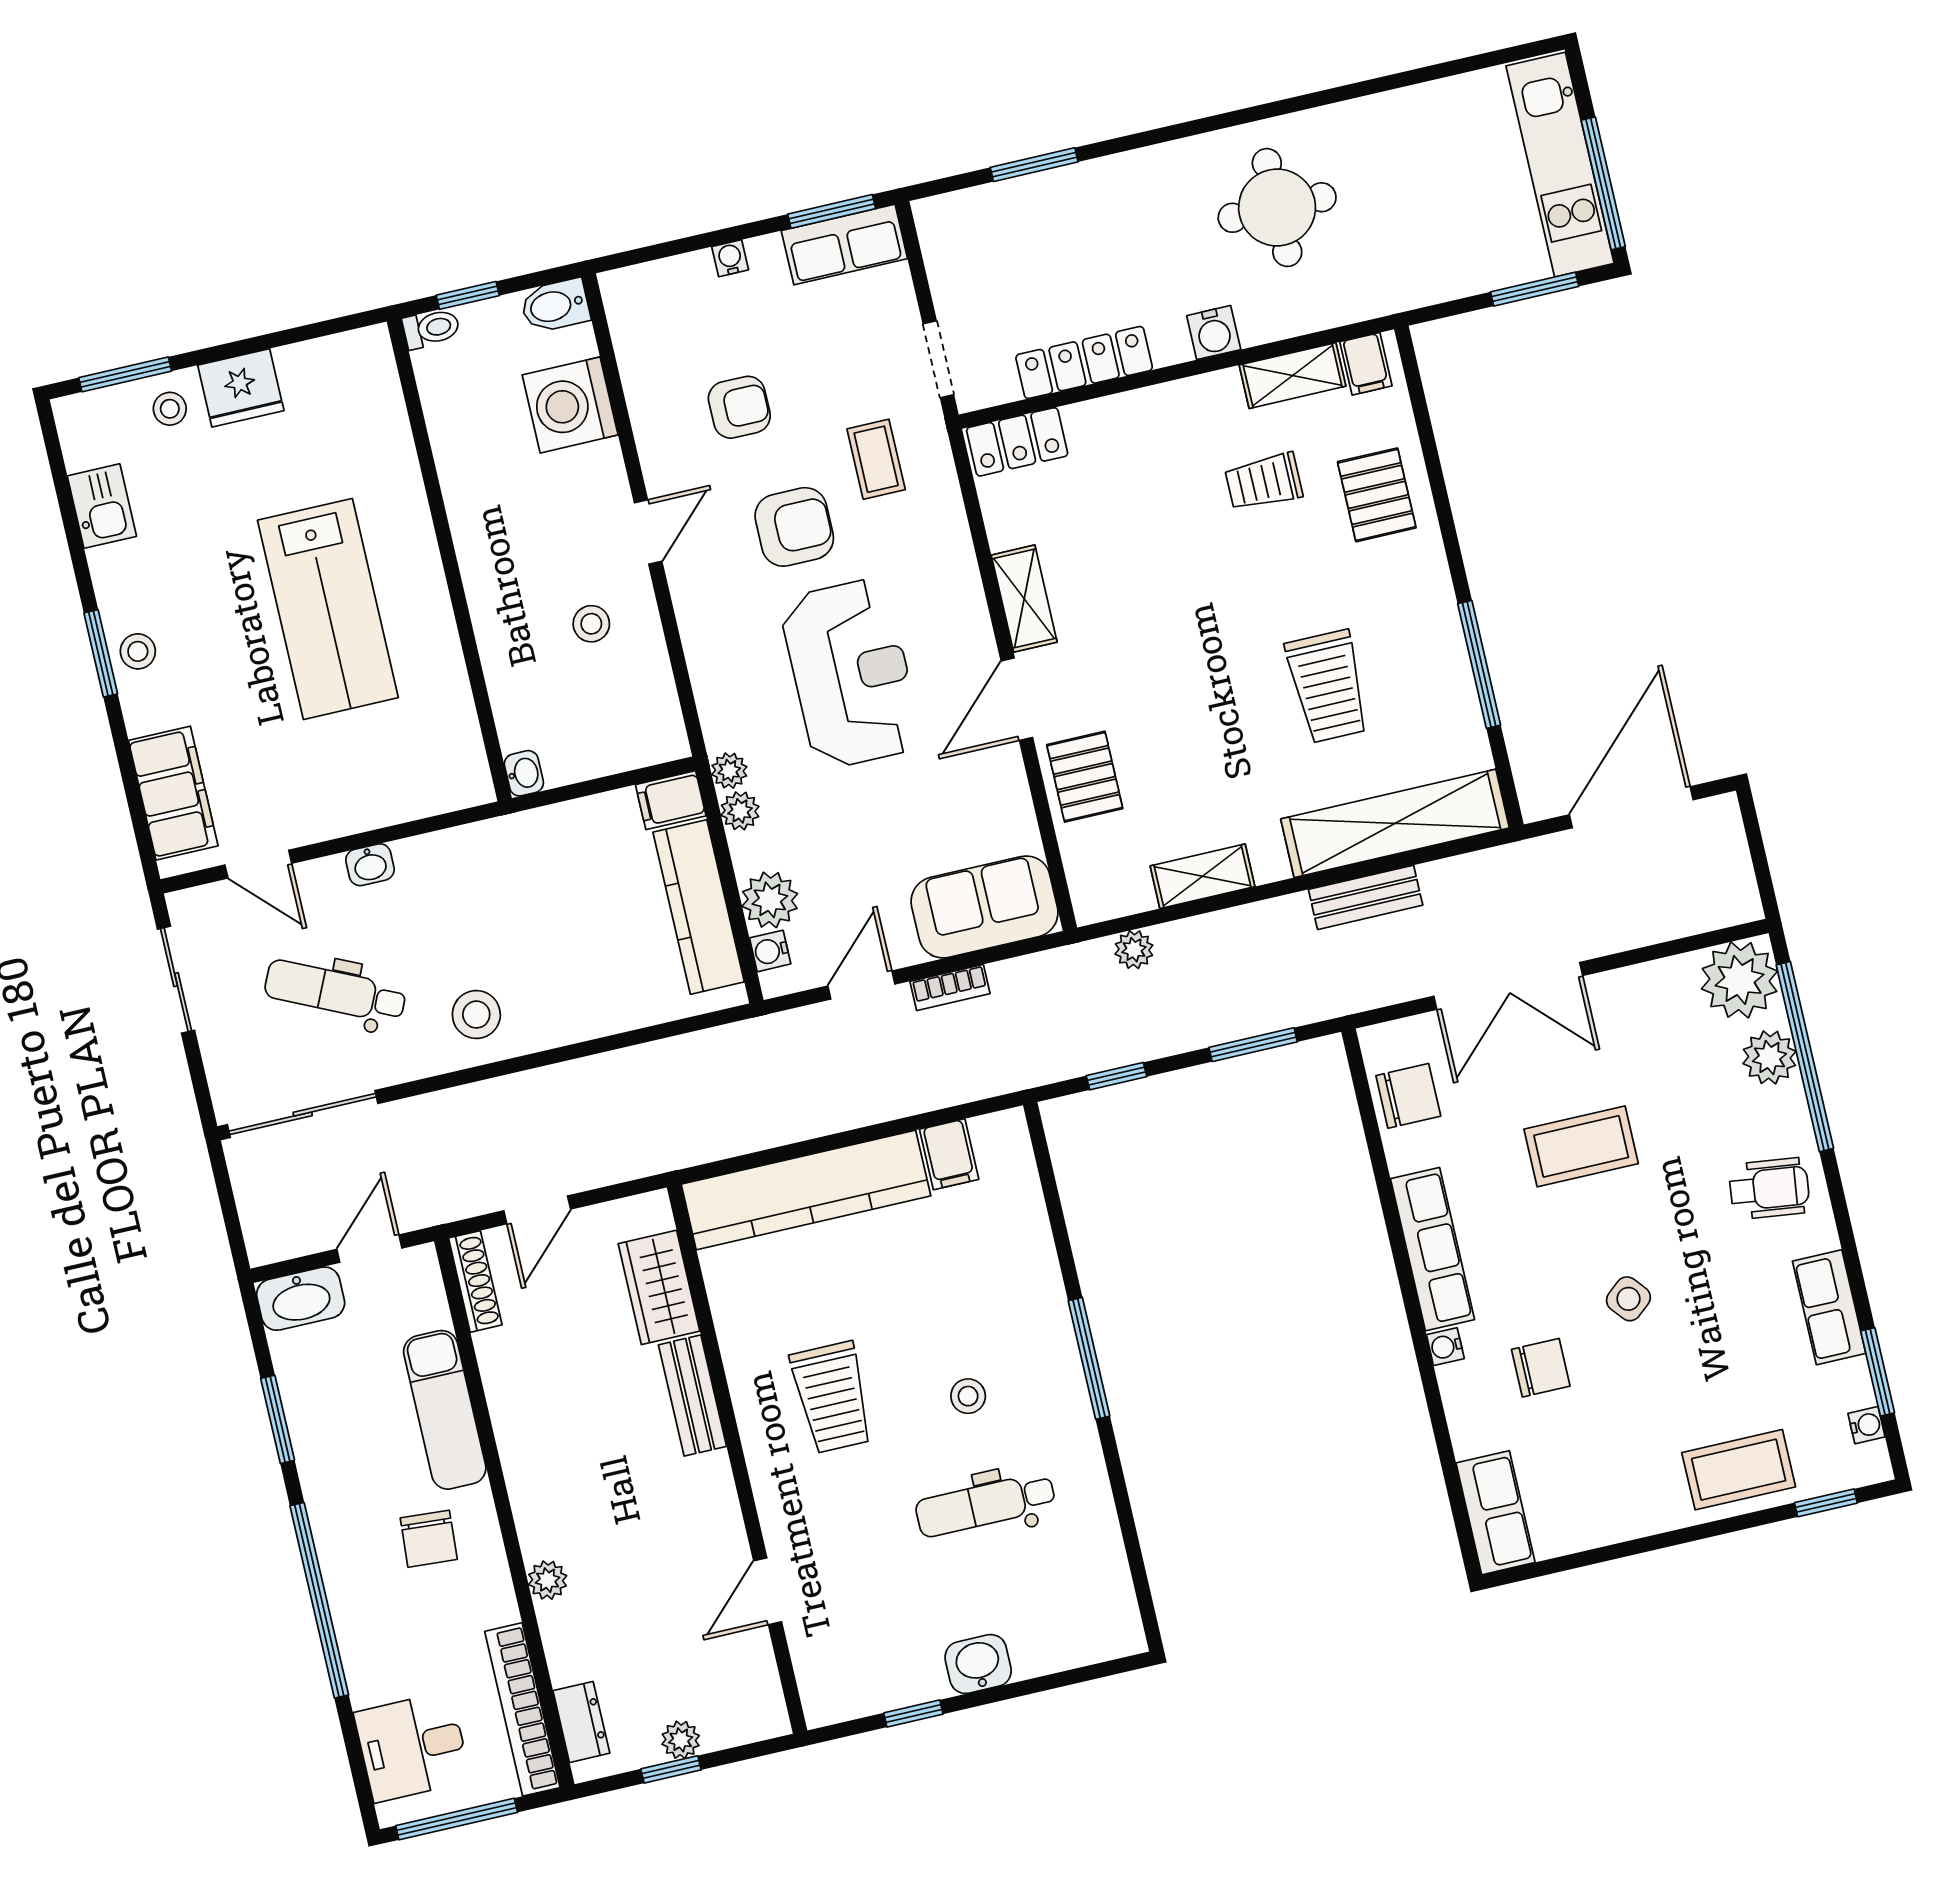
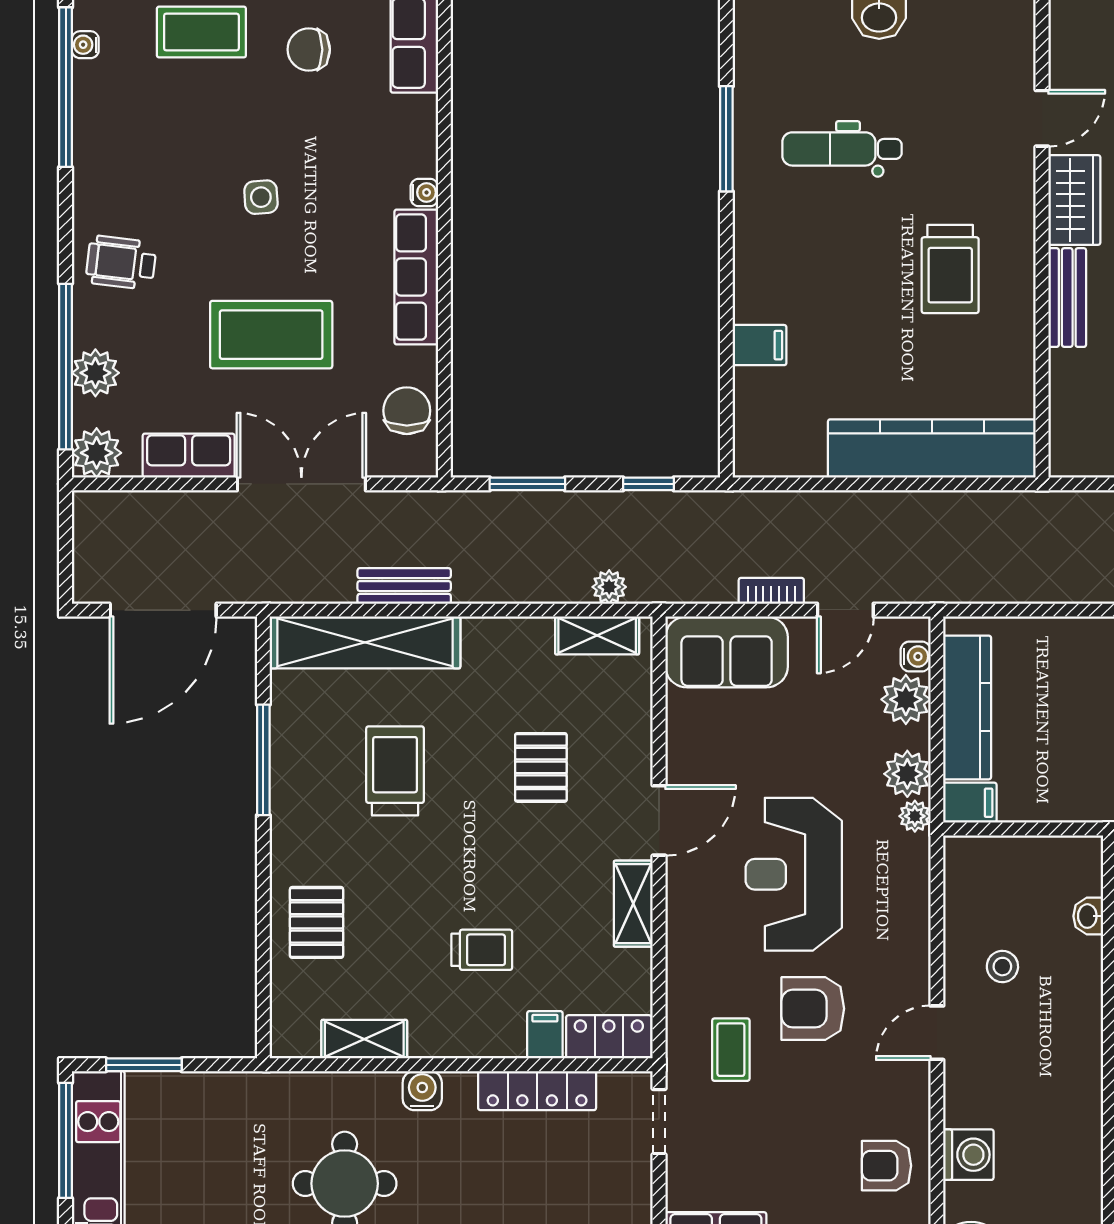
filing cabinet: (1366, 364) -> (545, 1035), moved
washing machine: (570, 405) -> (968, 1155), width x0.73, depth x0.73
armchair: (739, 407) -> (887, 1166), moved
trolley: (1264, 482) -> (482, 950), moved
washbasin: (524, 773) -> (1088, 916), moved
pallet: (1085, 777) -> (541, 767), moved
plant: (740, 811) -> (907, 774), width x1.38, depth x1.38
shelving: (1203, 876) -> (597, 635), moved
plant: (1740, 980) -> (97, 453), width x0.73, depth x0.73
chair: (1408, 1096) -> (407, 411), turned 90
coffee table: (1581, 1146) -> (271, 335), width x1.36, depth x1.32
filing cabinet: (949, 1154) -> (760, 345), moved, turned 90
wardrobe: (659, 1287) -> (1074, 200), moved
side table: (1628, 1299) -> (261, 197), turned 36
row of seats: (1829, 1307) -> (189, 456), moved, turned -90
window: (1089, 1358) -> (726, 139), moved
chair: (1541, 1368) -> (309, 50), moved
window: (1878, 1372) -> (66, 87), width x2.11
stool: (968, 1396) -> (835, 244), removed
trolley: (832, 1397) -> (950, 269), turned 180
dental chair: (985, 1505) -> (842, 149), turned 180

